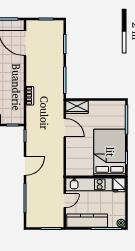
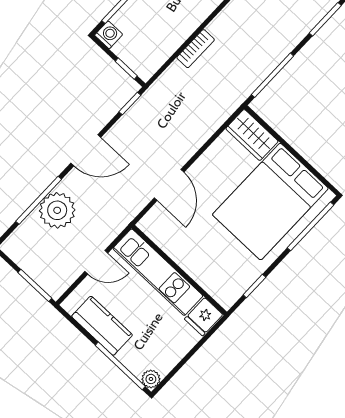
door: (65, 128) -> (169, 185), moved
bed: (110, 152) -> (270, 202), moved, turned 180
plant: (35, 196) -> (57, 210), added
kitchen counter: (87, 221) -> (102, 326), width x0.67

